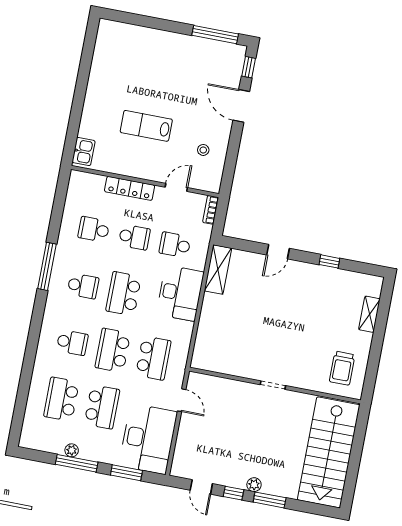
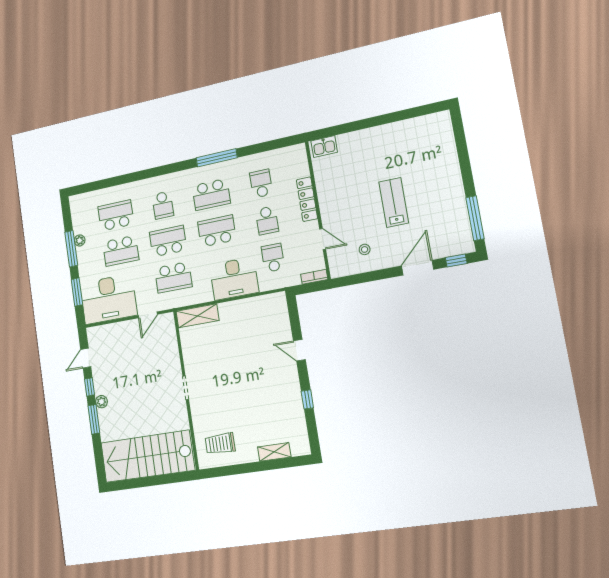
lab bench: (146, 126) -> (394, 202), moved
shelving: (218, 269) -> (197, 316), moved
school desk: (83, 286) -> (211, 194), width x1.85

